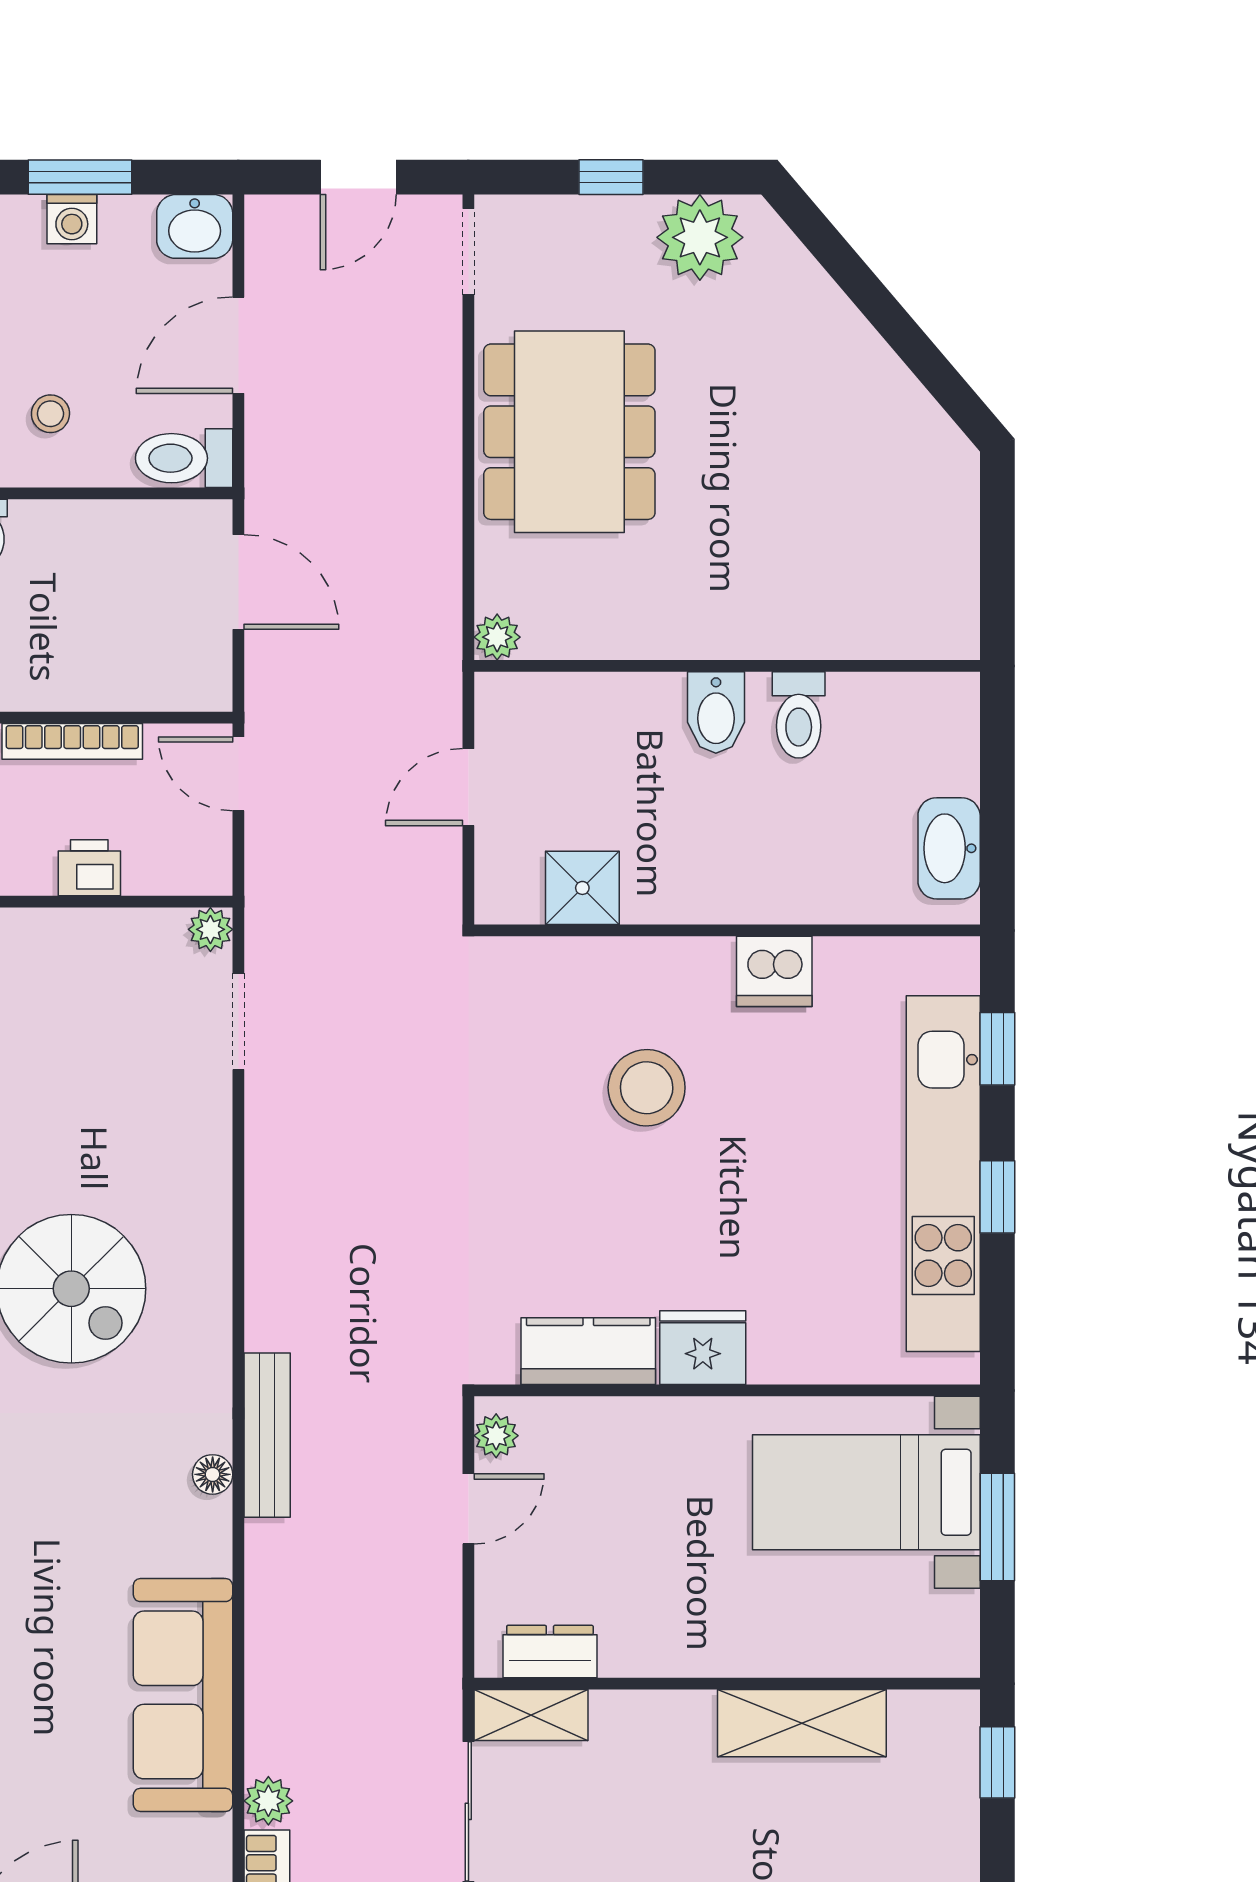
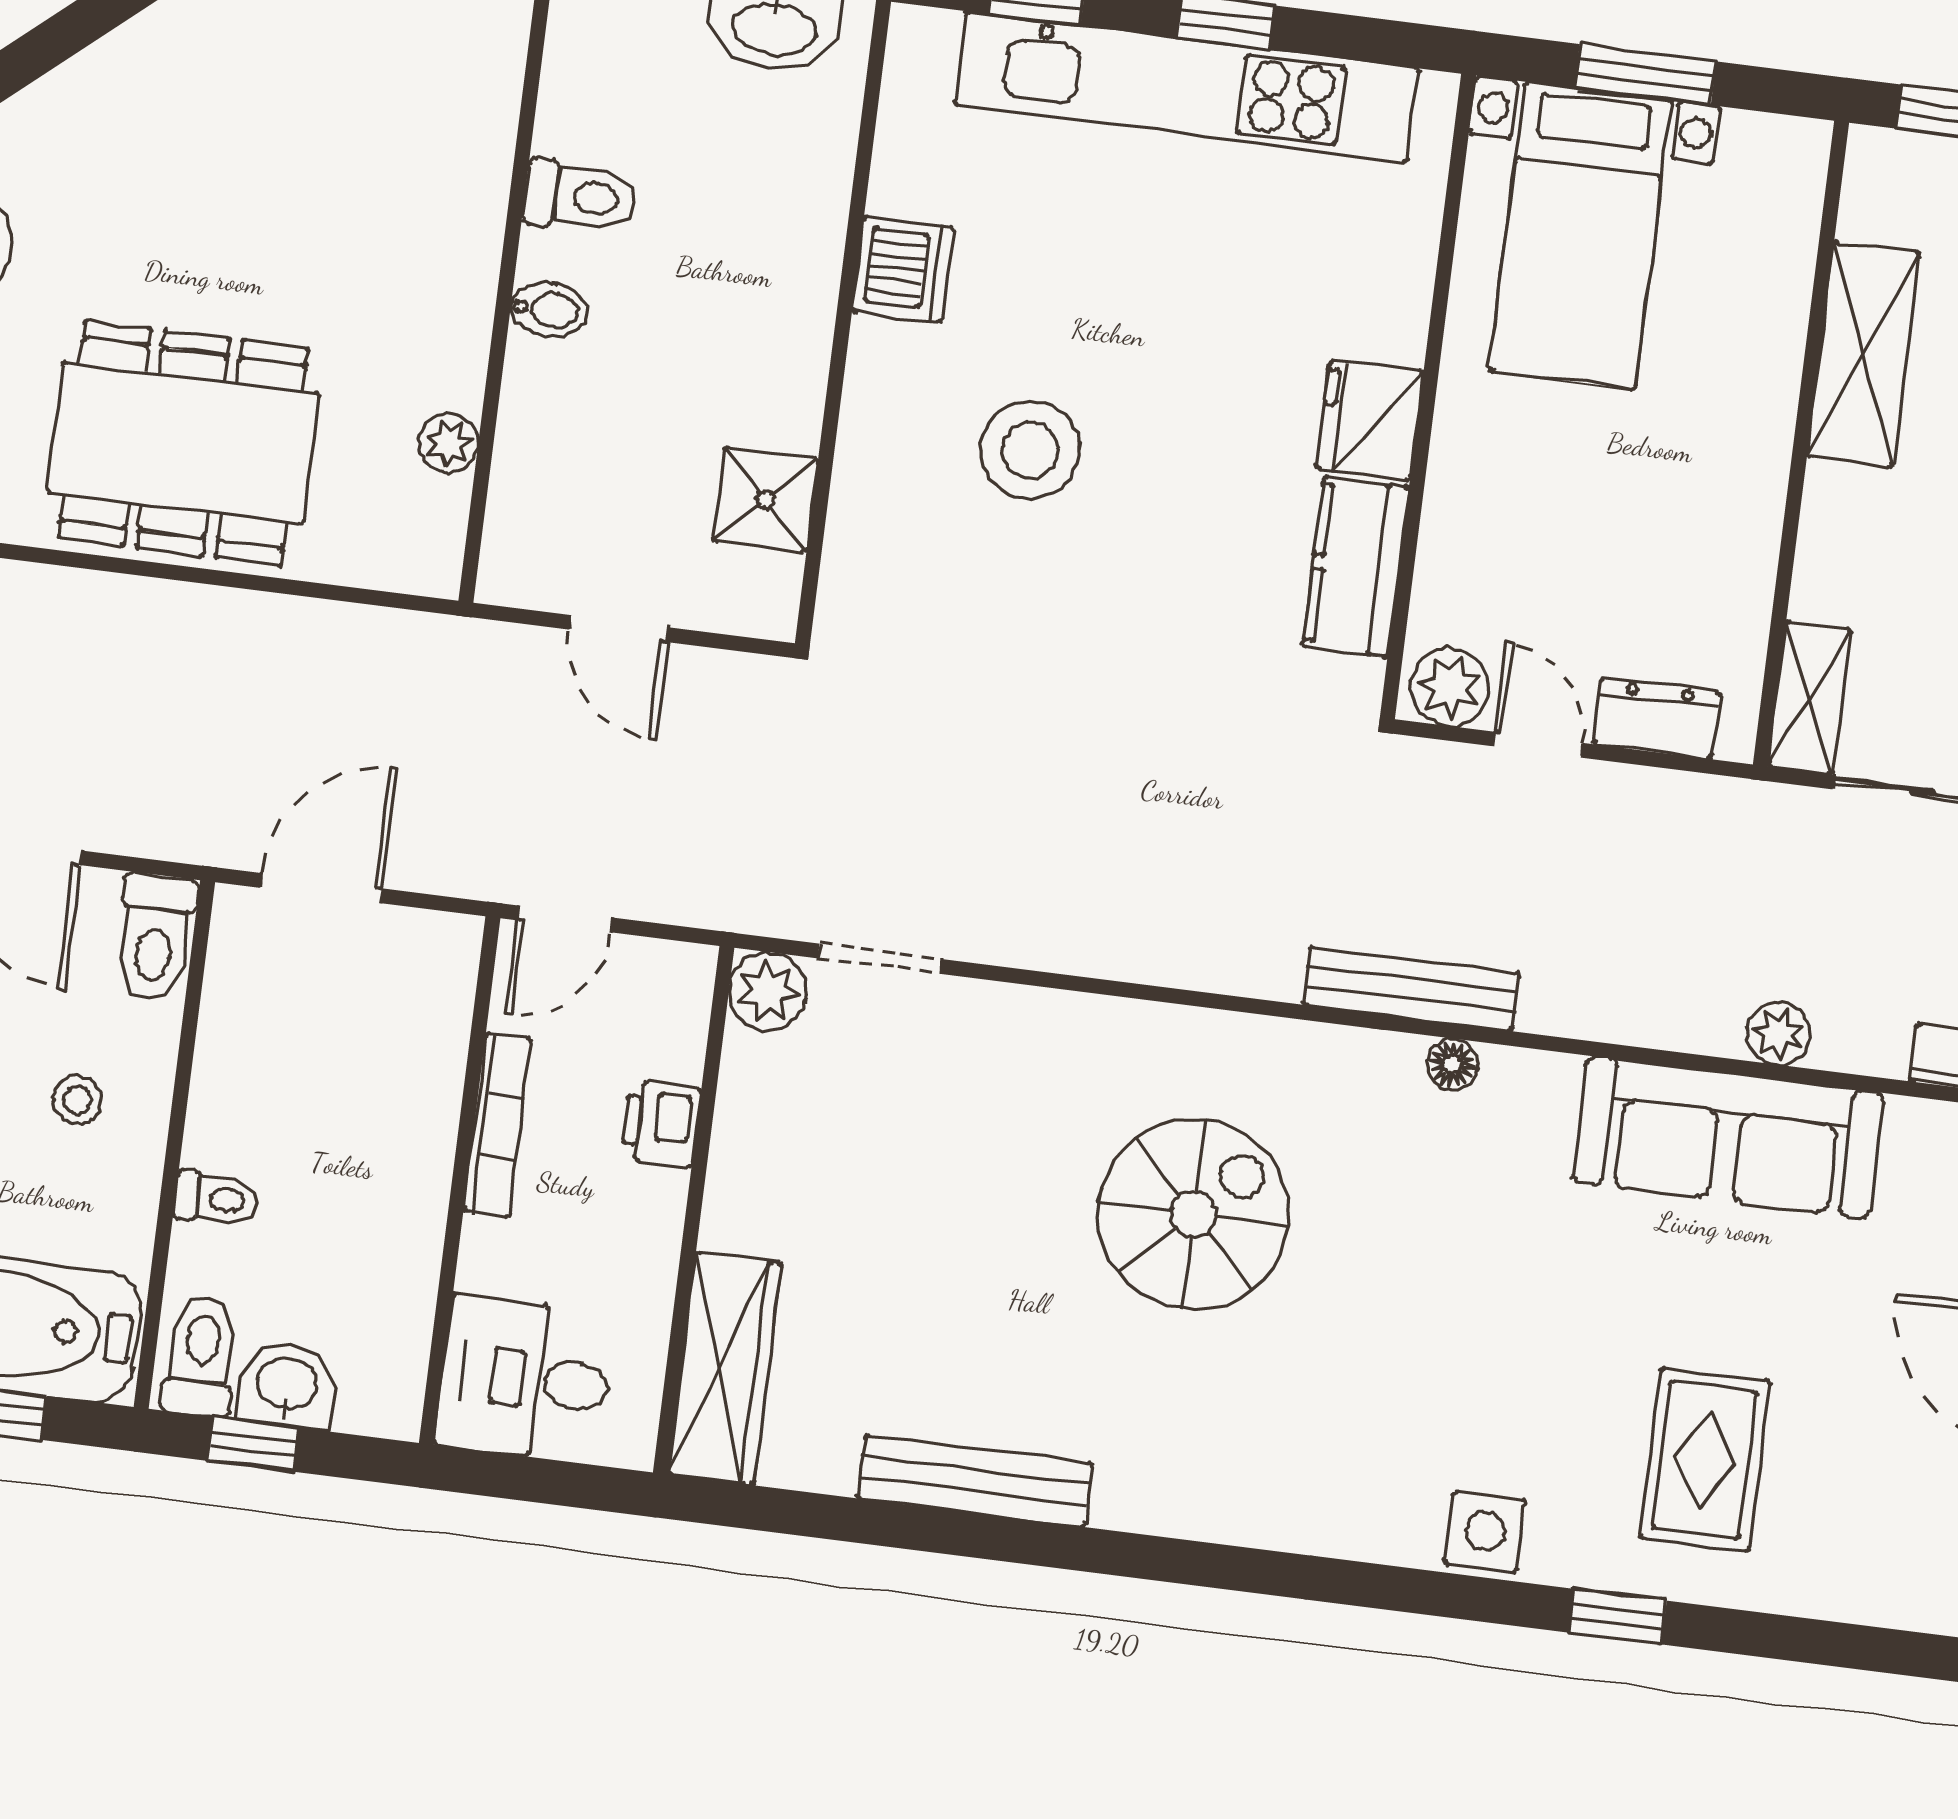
plant: (497, 637) -> (449, 443), moved
bidet: (716, 713) -> (549, 310), width x0.72, depth x0.74
plant: (210, 929) -> (768, 991), width x1.38, depth x1.38
plant: (496, 1436) -> (1450, 687), width x1.38, depth x1.38
dresser: (550, 1652) -> (1657, 718), moved, turned 90
plant: (268, 1801) -> (1779, 1033), moved

